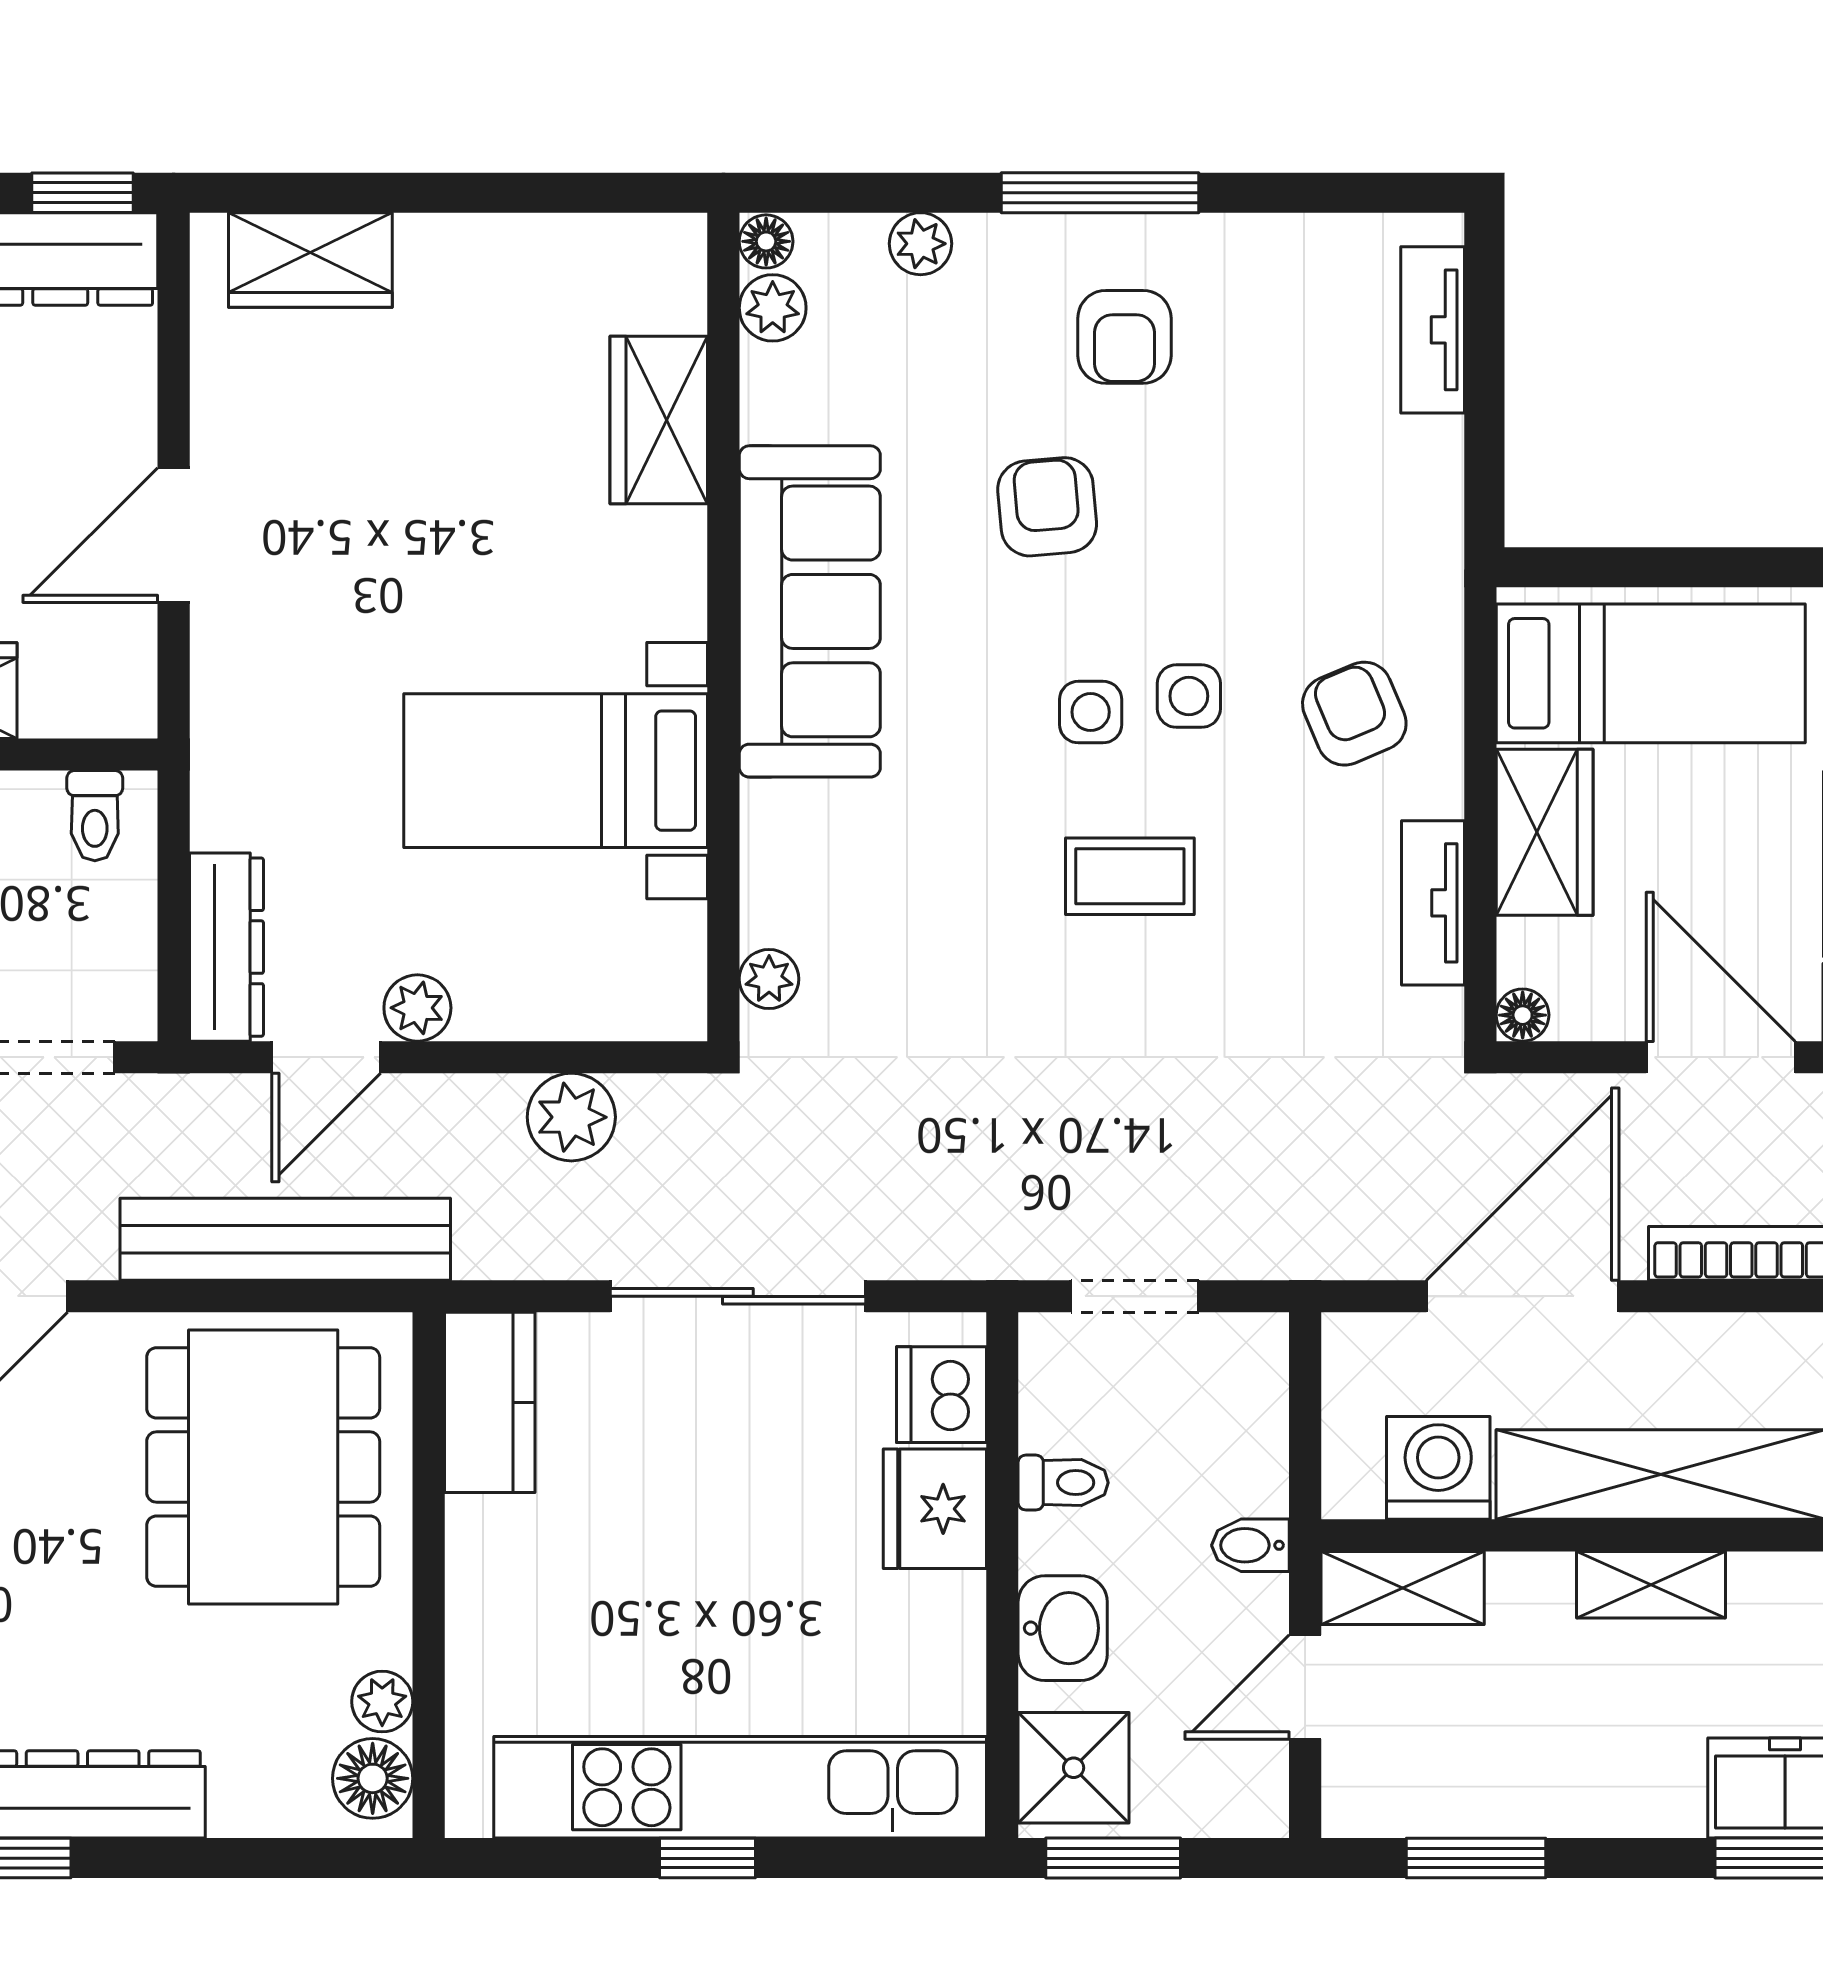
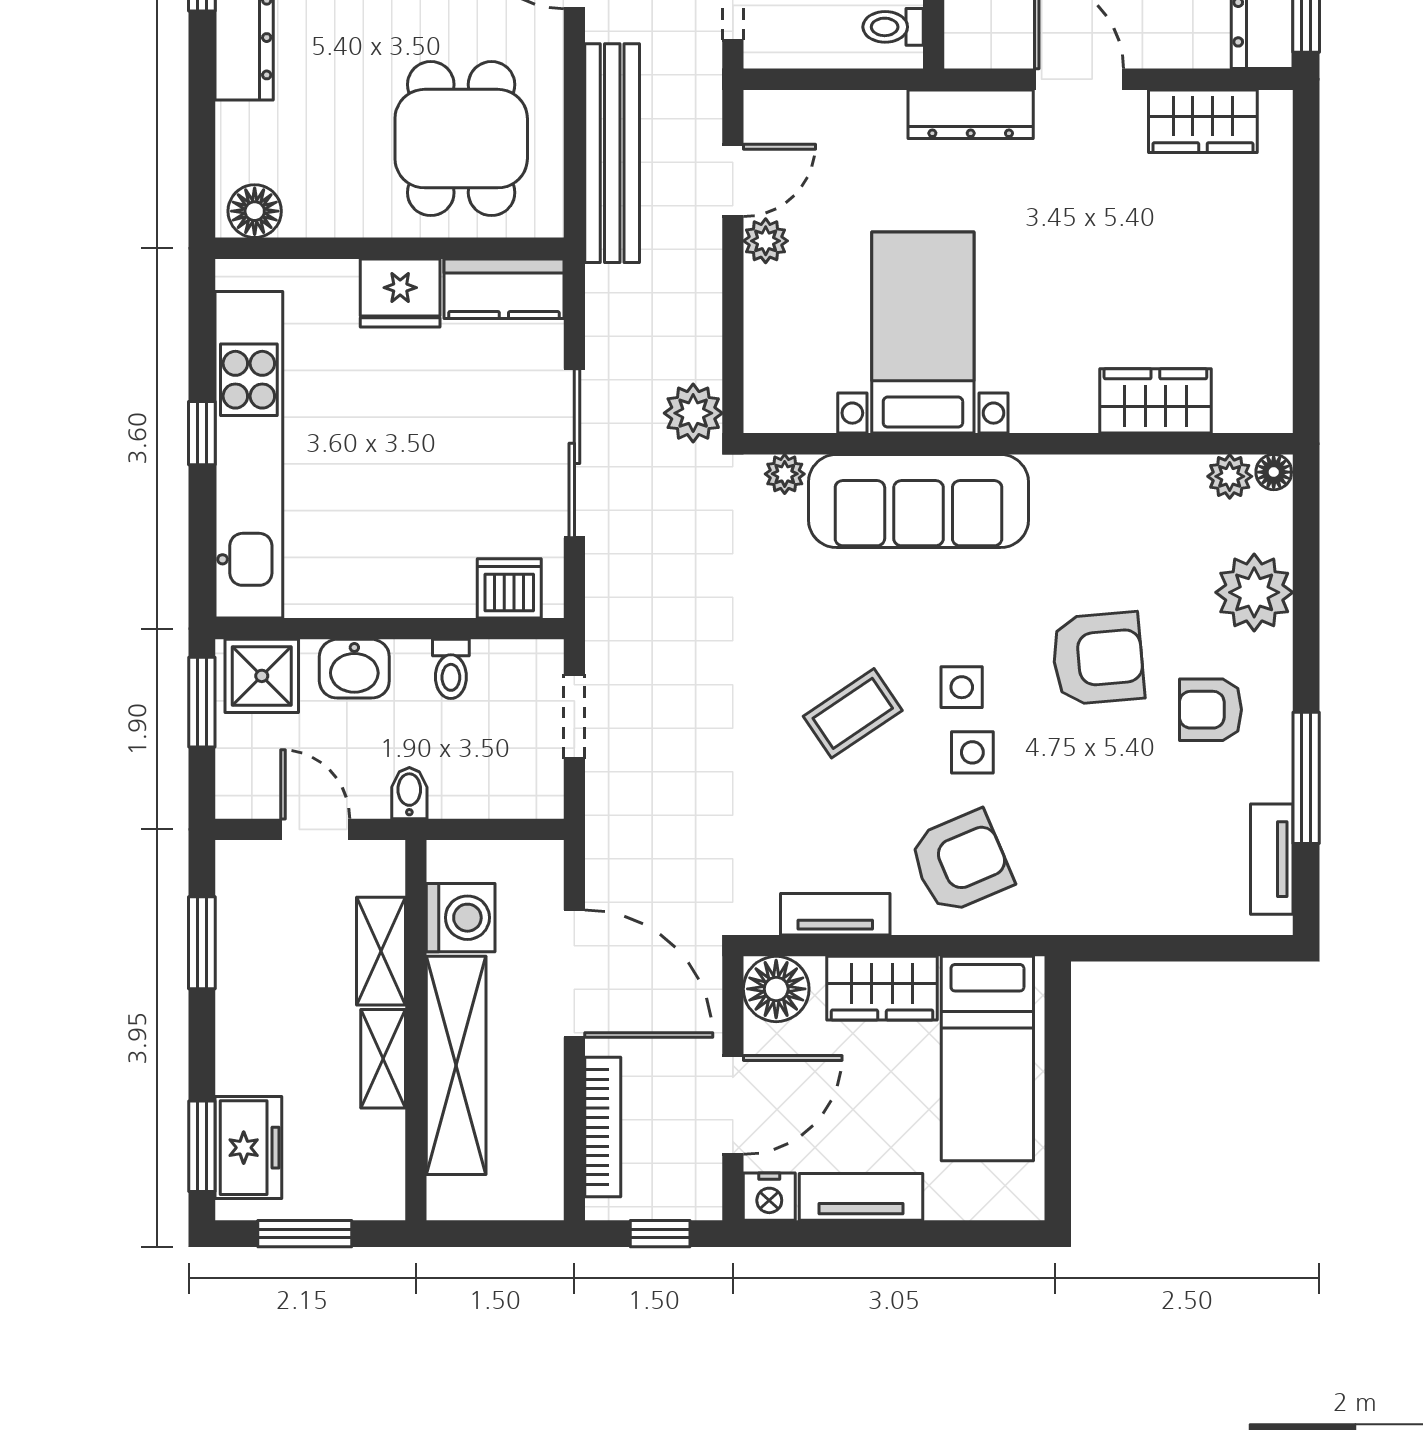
window: (1100, 193) -> (1306, 778), moved
plant: (920, 244) -> (1254, 592), width x1.87, depth x1.87
wardrobe: (310, 260) -> (1203, 121), moved, turned -90
tv unit: (1433, 330) -> (1272, 859), moved, turned -90
armchair: (1047, 507) -> (1098, 658), width x1.38, depth x1.38
sofa: (810, 611) -> (919, 501), moved
armchair: (1354, 714) -> (961, 862), width x1.38, depth x1.38
coffee table: (1130, 876) -> (853, 713), turned 56
dresser: (226, 947) -> (971, 114), moved
floor lamp: (1523, 1015) -> (776, 989), width x1.89, depth x1.89
door: (326, 1057) -> (733, 180), swing flipped
plant: (571, 1117) -> (693, 413), moved
dining table: (263, 1467) -> (461, 139), width x0.73
fridge: (935, 1509) -> (400, 293), moved, turned 180
shelving: (1403, 1588) -> (381, 951), moved
plant: (382, 1702) -> (306, 218), removed

